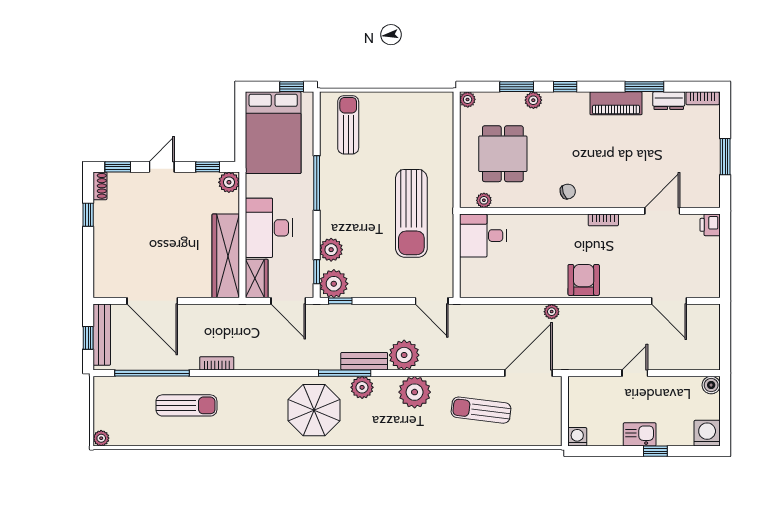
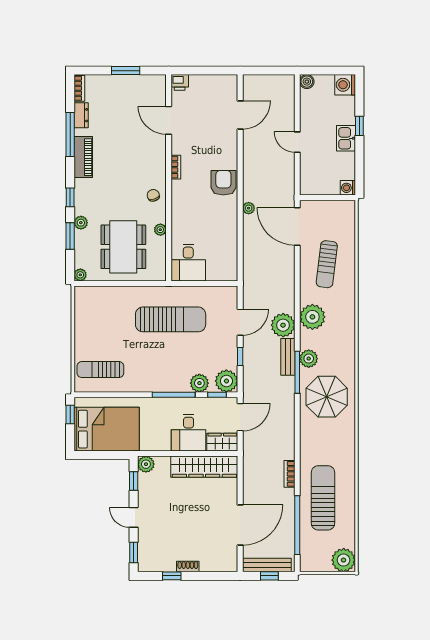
window: (644, 87) -> (70, 134), width x1.44
dining table: (503, 154) -> (123, 247), width x1.37
window: (317, 183) -> (174, 395), moved
shoe rack: (100, 186) -> (188, 566), moved
plant: (484, 200) -> (160, 230), moved
desk: (269, 228) -> (189, 433), width x0.73
armchair: (584, 280) -> (223, 183), turned 90
window: (340, 301) -> (240, 357), moved
door: (432, 301) -> (240, 322), moved
sun lounger: (186, 405) -> (323, 498), width x1.36, depth x1.34
plant: (101, 438) -> (344, 560), width x1.88, depth x1.88

